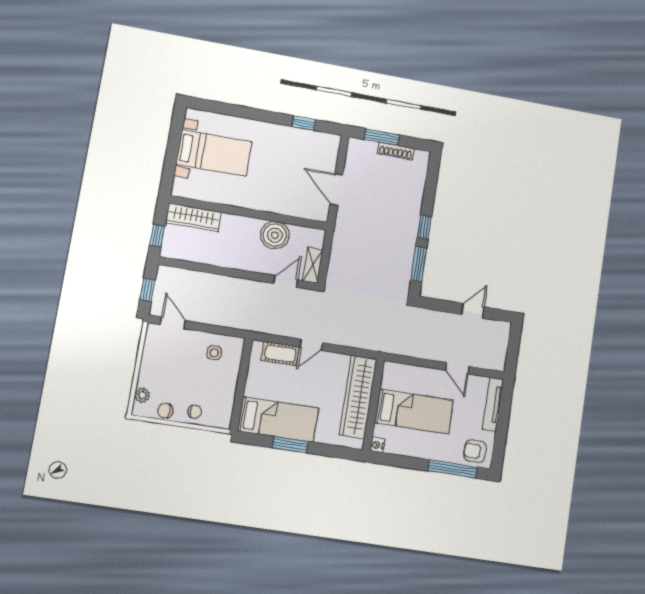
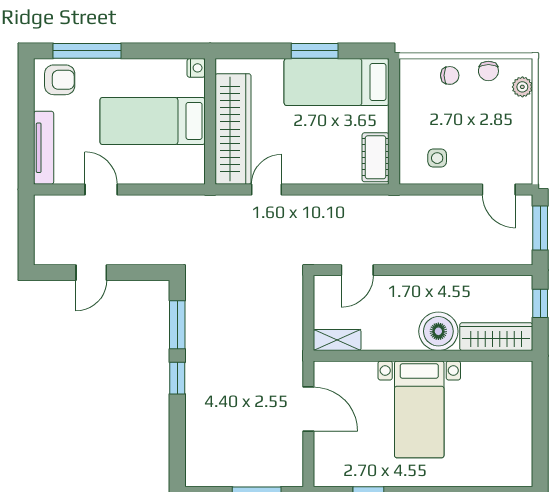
shoe rack: (396, 151) -> (234, 478), removed
bed with nightstands: (214, 153) -> (419, 409), moved, turned -90
boiler: (275, 235) -> (438, 331), moved
shelving: (313, 265) -> (337, 340), moved, turned 90
window: (147, 290) -> (540, 228), width x1.50
door: (311, 345) -> (267, 189), moved
cot: (280, 354) -> (376, 157), moved, turned 90
chair: (165, 411) -> (488, 71), turned 90
chair: (195, 412) -> (450, 75), turned 180

